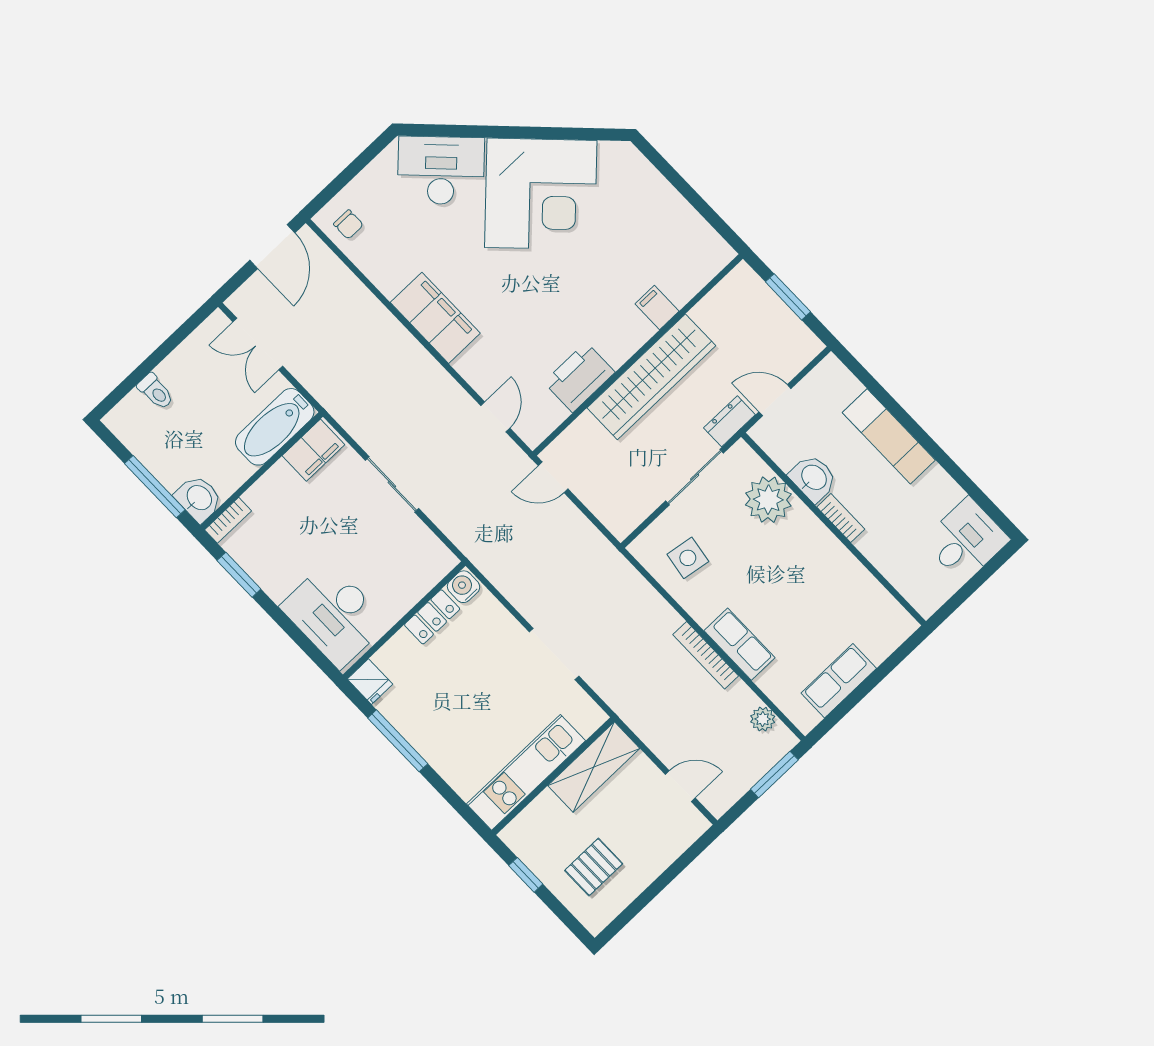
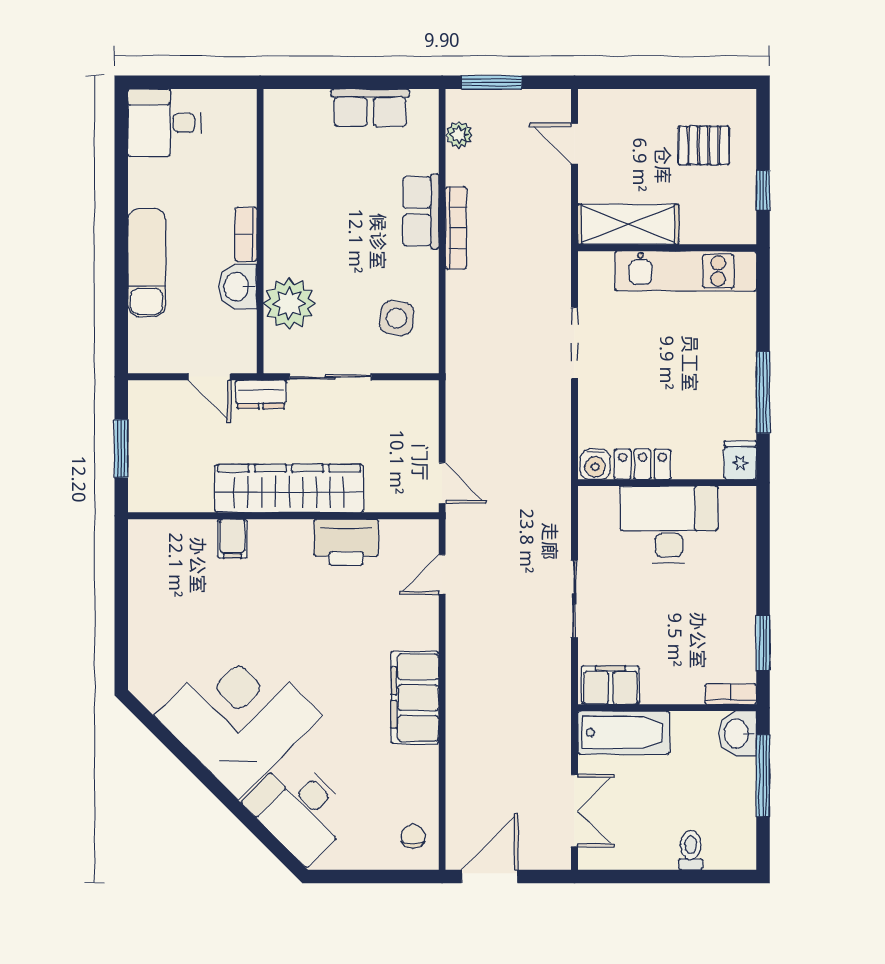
desk: (334, 615) -> (669, 524), moved, turned -90

